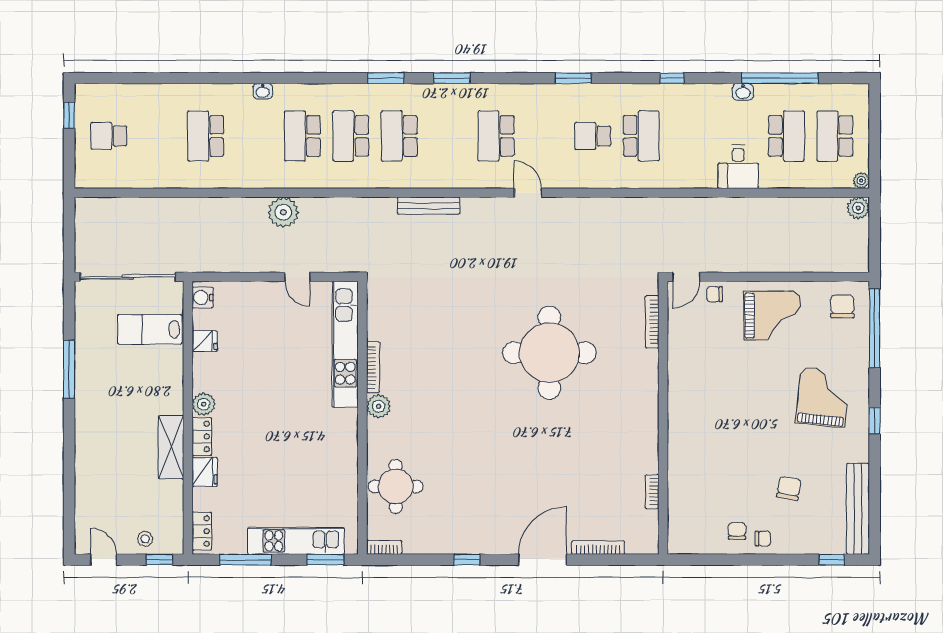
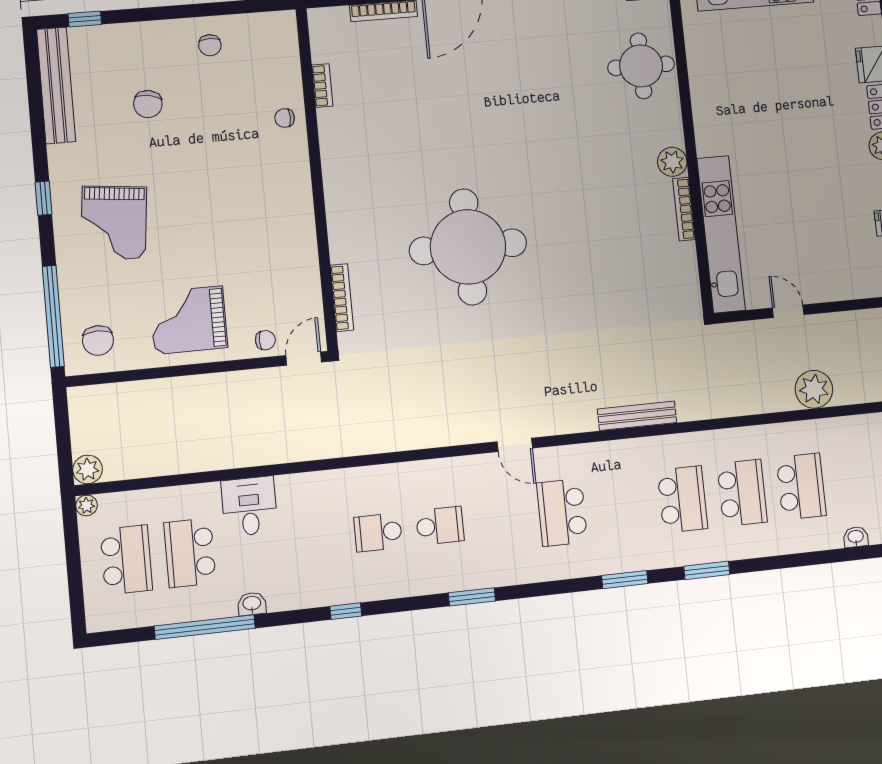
school desk: (496, 136) -> (562, 512), turned 180
school desk: (641, 136) -> (378, 532), width x0.54
chair: (763, 539) -> (285, 118), moved

